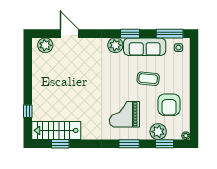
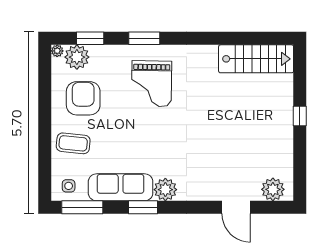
coffee table: (148, 79) -> (73, 143), moved
window: (28, 111) -> (300, 116), moved
grand piano: (124, 114) -> (152, 84), turned 91
plant: (158, 132) -> (77, 57), moved
window: (60, 144) -> (250, 38), removed

